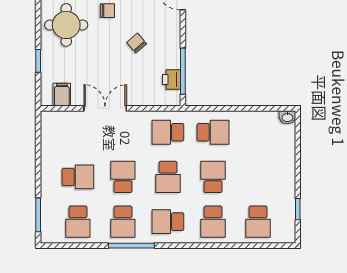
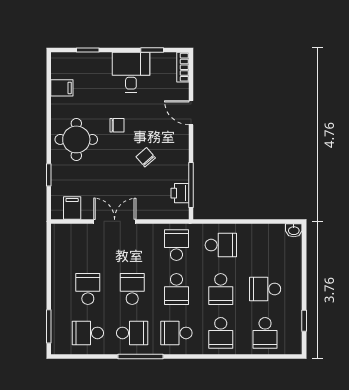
school desk: (168, 132) -> (176, 245), turned 90
school desk: (78, 177) -> (88, 289), turned -90
school desk: (213, 177) -> (221, 289), turned 180
school desk: (258, 177) -> (265, 289), added
school desk: (78, 222) -> (88, 333), turned 90
school desk: (123, 222) -> (132, 333), turned -90

